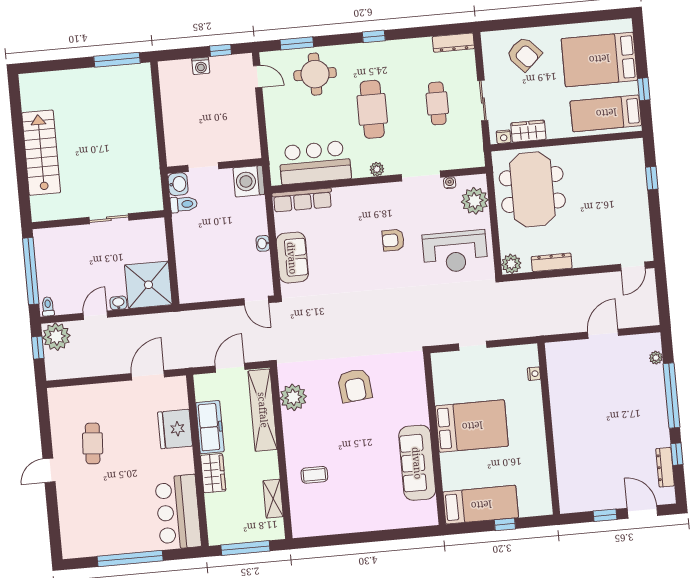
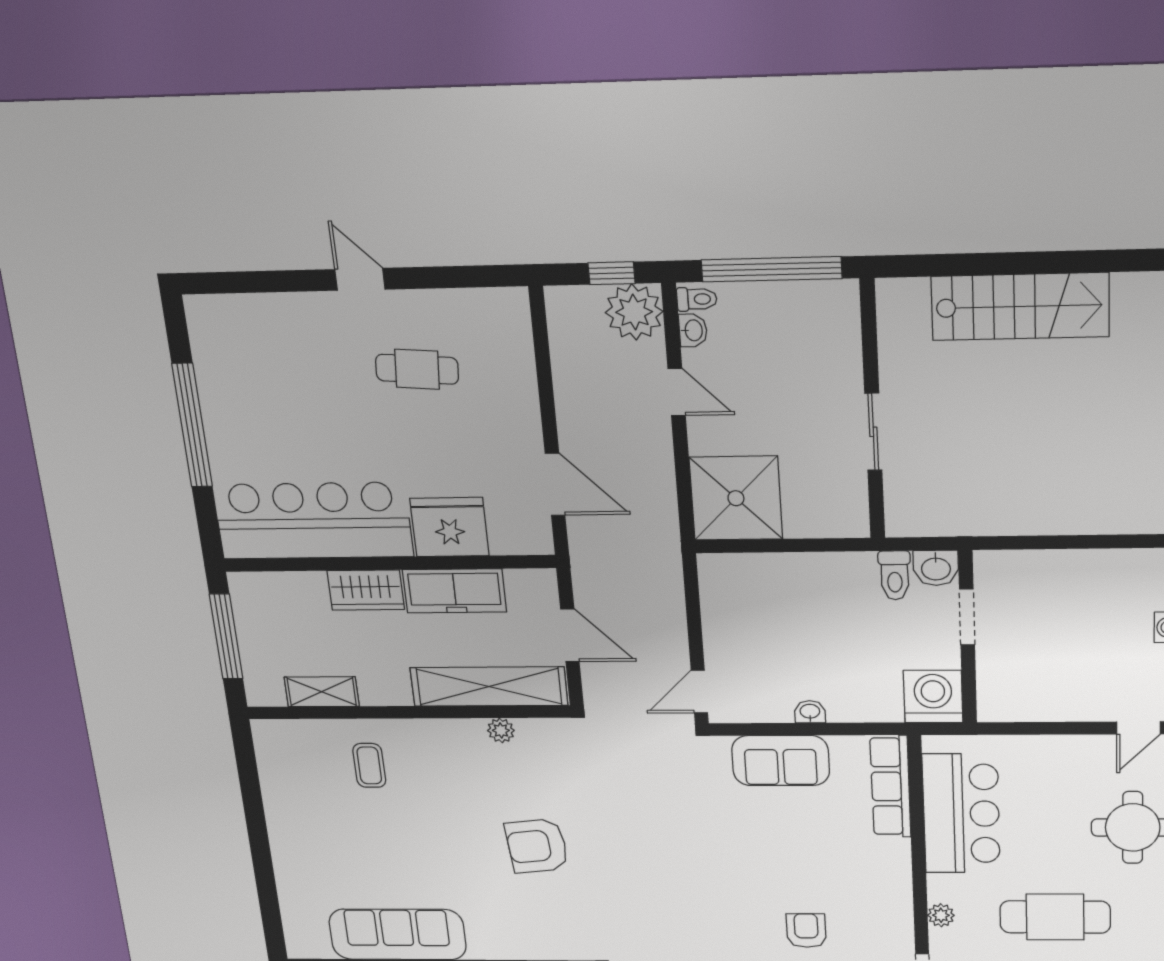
washbasin: (118, 303) -> (693, 330), moved
plant: (293, 397) -> (501, 730), width x0.53, depth x0.53
bar counter: (178, 512) -> (313, 521), width x1.36

